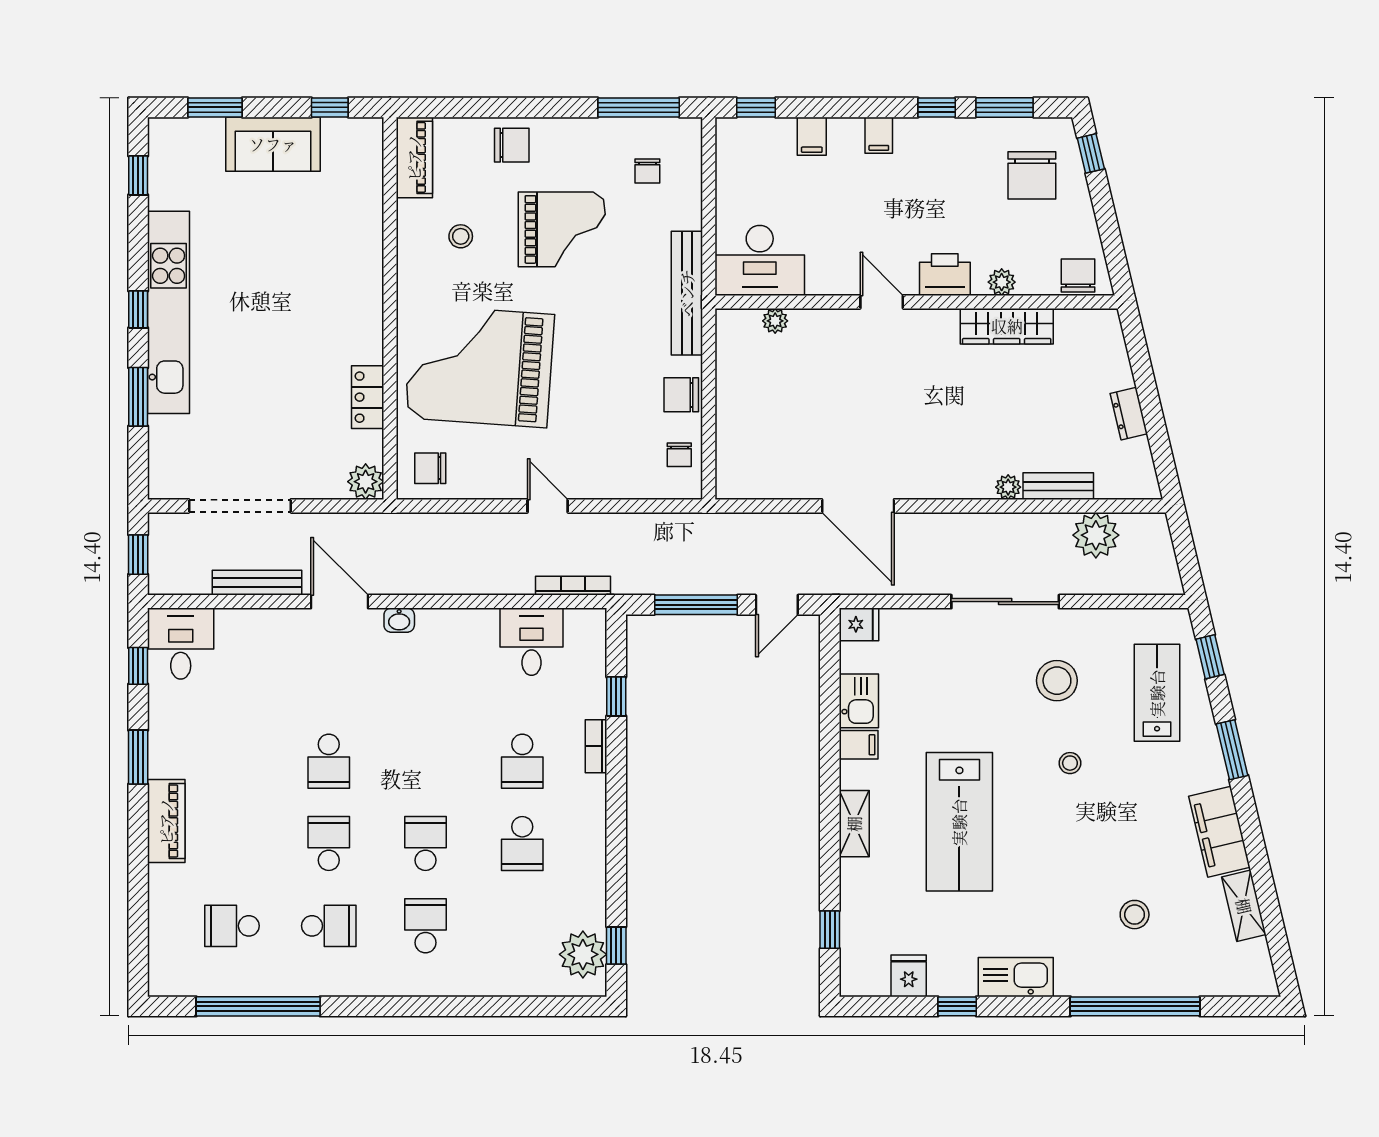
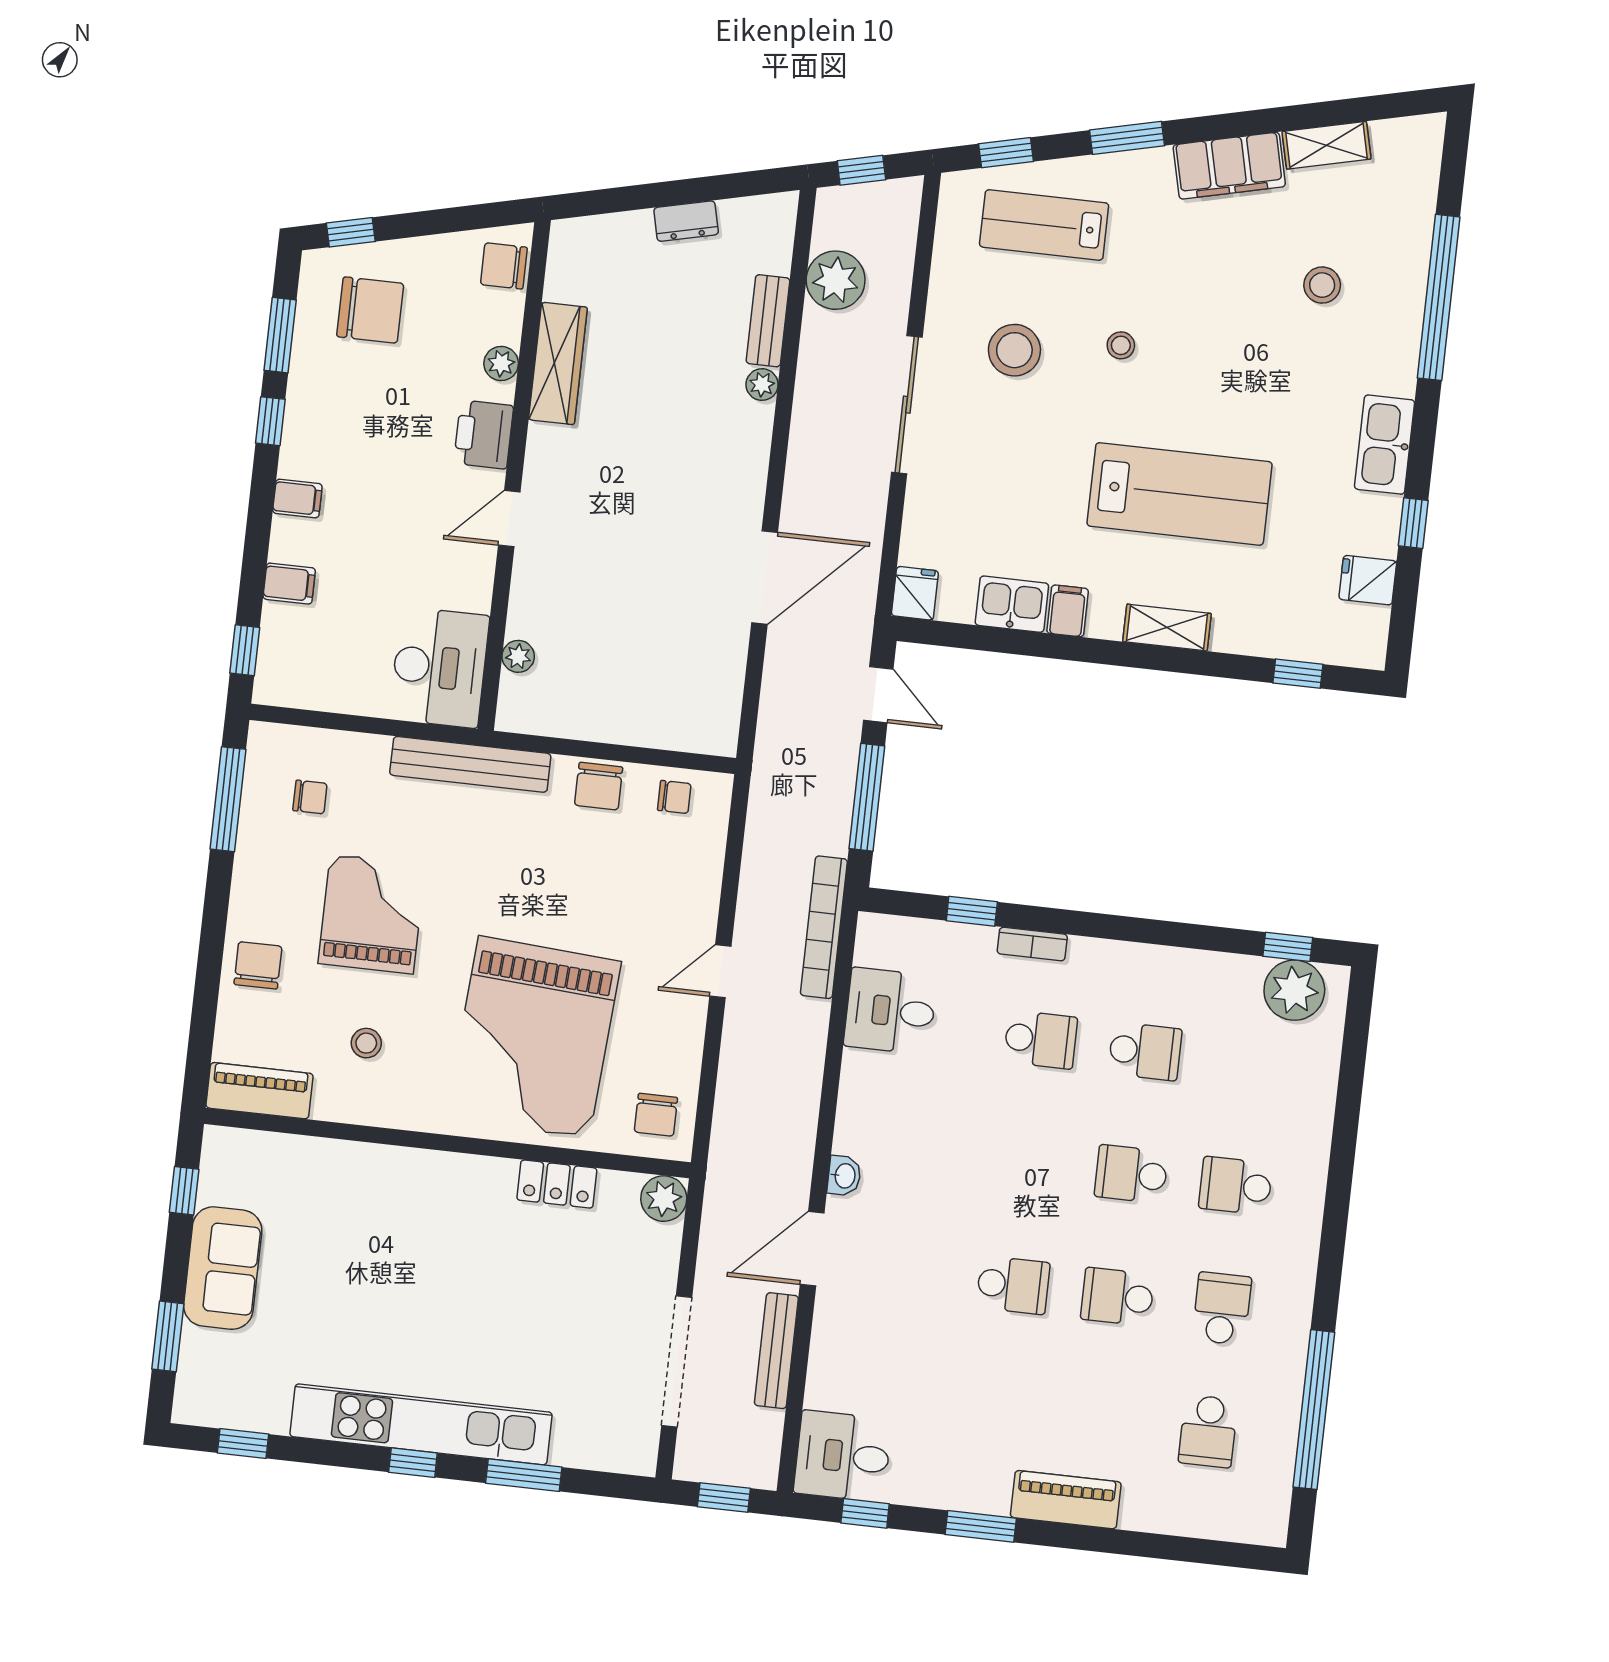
window: (1184, 546) -> (861, 170), added
bookcase: (573, 586) -> (824, 927), width x1.48, depth x1.31

